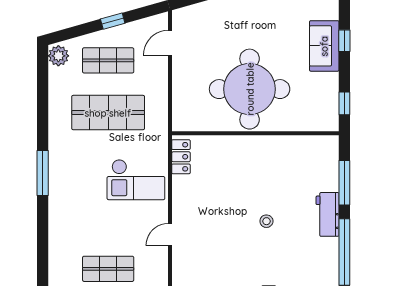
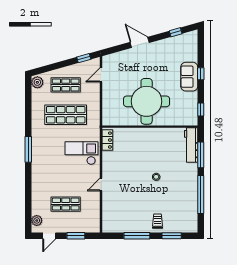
window: (113, 21) -> (84, 58), moved
checkout: (136, 180) -> (82, 153), turned 180
workbench: (328, 214) -> (191, 145), moved, width x1.38

